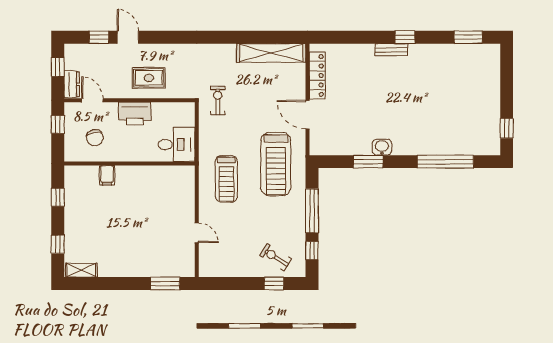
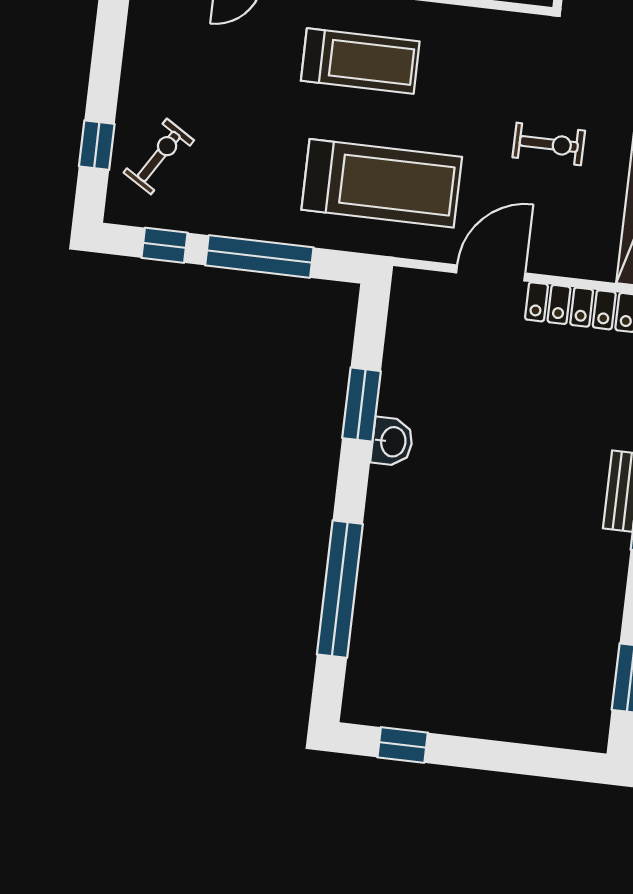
exercise bike: (218, 101) -> (549, 144), moved
treadmill: (276, 164) -> (382, 183), turned 180
treadmill: (226, 179) -> (360, 61), turned 180

